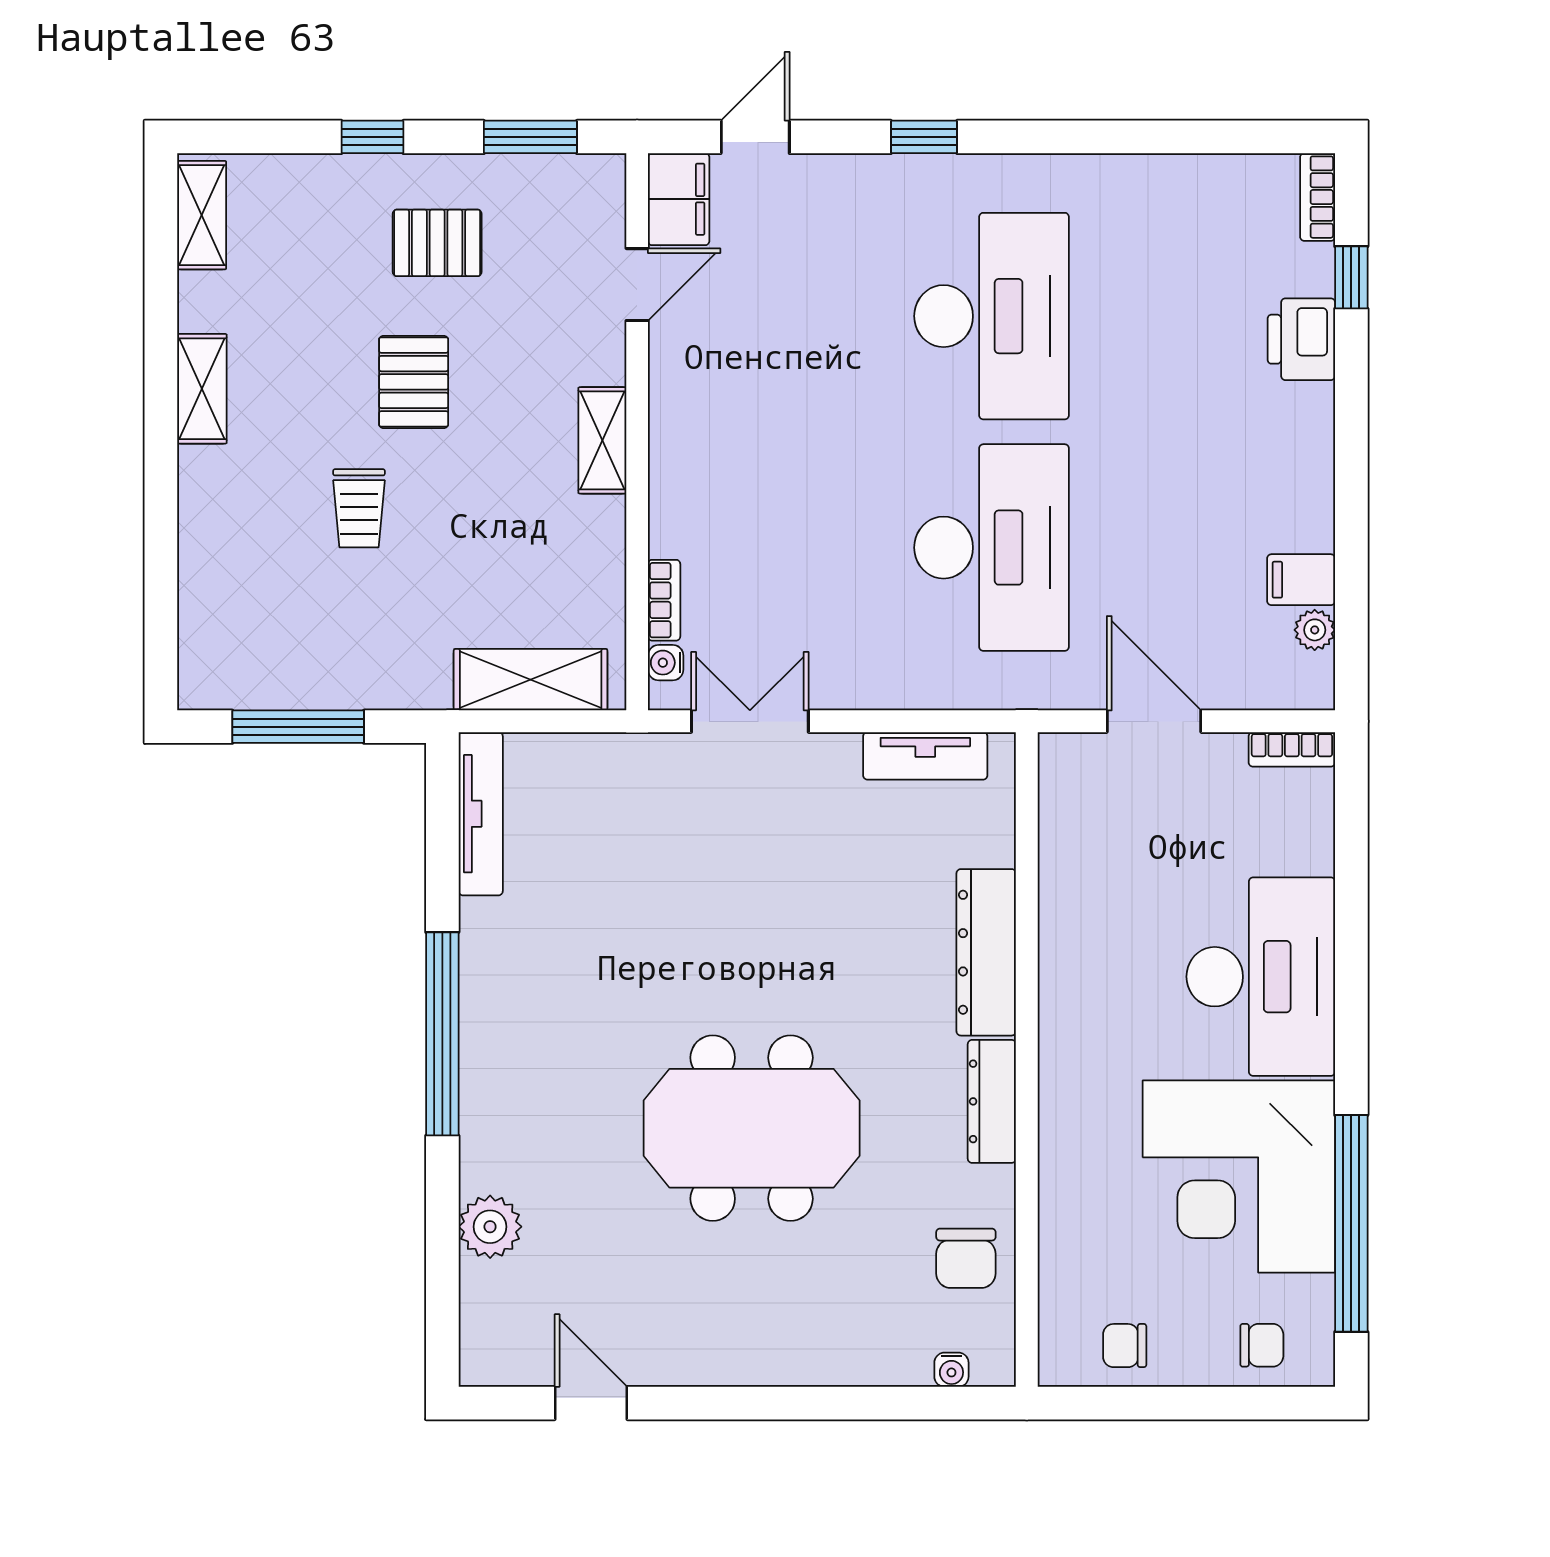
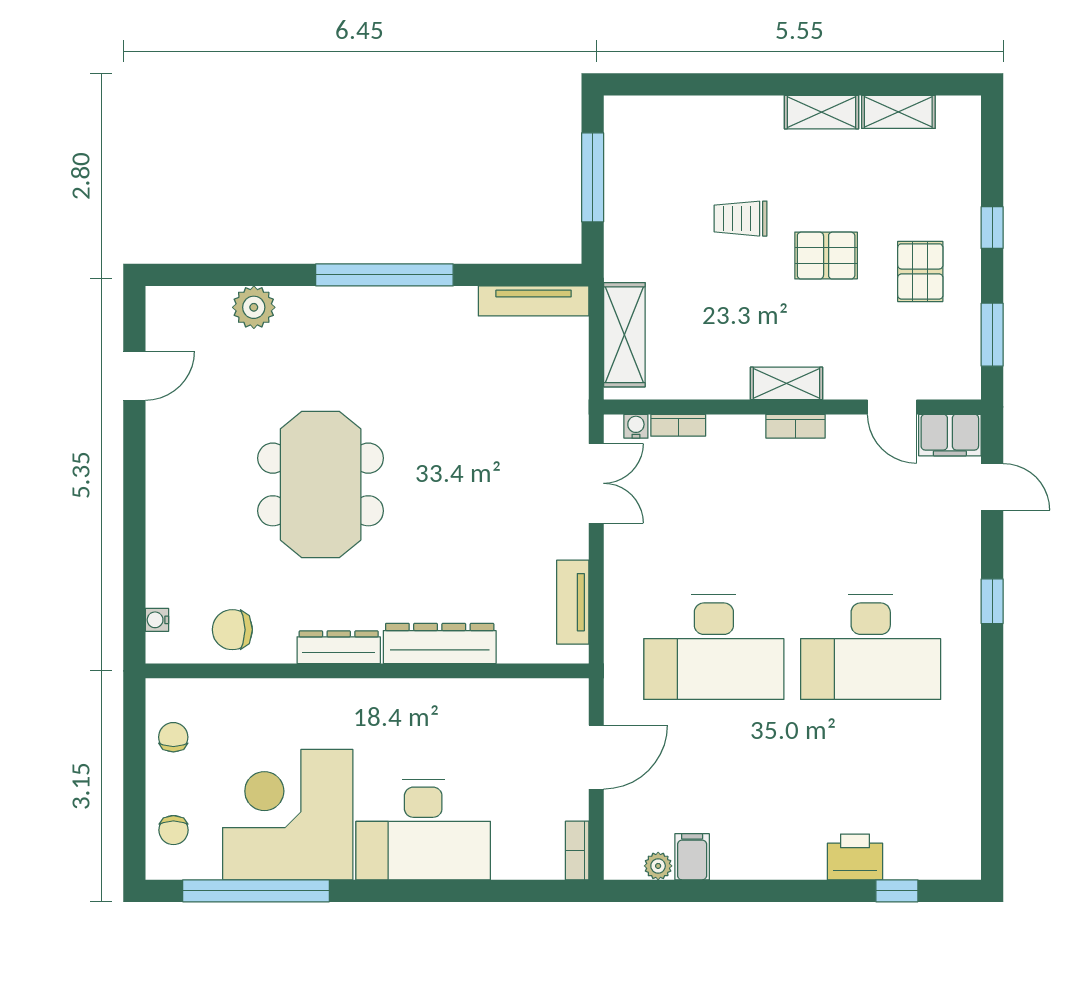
bookcase: (1318, 197) -> (796, 426), moved, turned 180
shelving: (202, 215) -> (898, 112), moved

